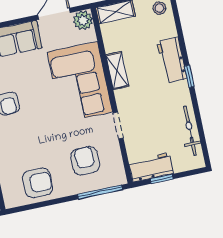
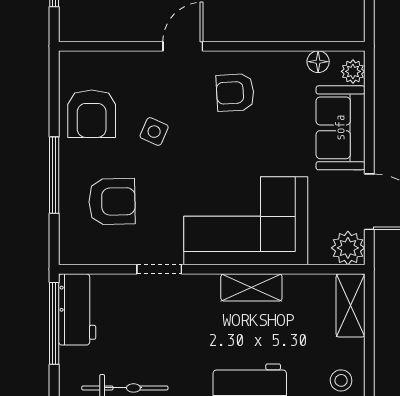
side table: (40, 145) -> (154, 132), added
window: (162, 179) -> (54, 323), width x2.17
window: (100, 192) -> (54, 175), moved

